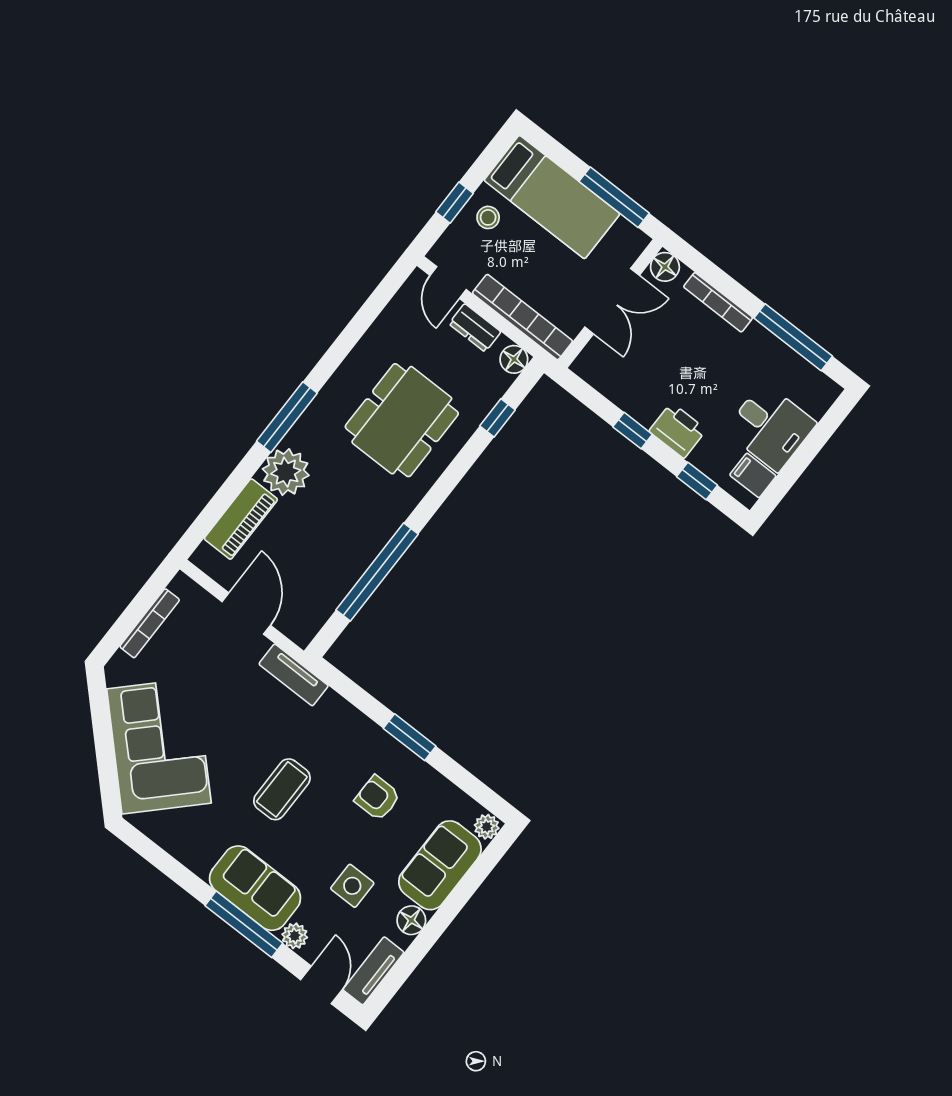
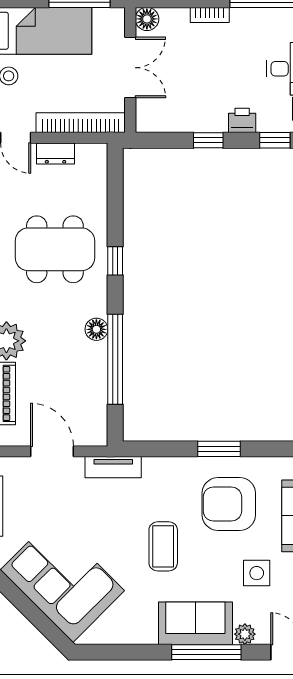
bookcase: (718, 302) -> (210, 15), width x0.64
floor lamp: (514, 359) -> (96, 329), moved
window: (497, 418) -> (115, 261), moved
dining table: (402, 420) -> (55, 249), turned 90
printer: (678, 430) -> (242, 120), width x0.73, depth x0.81
armchair: (378, 798) -> (229, 504), width x1.88, depth x1.88

